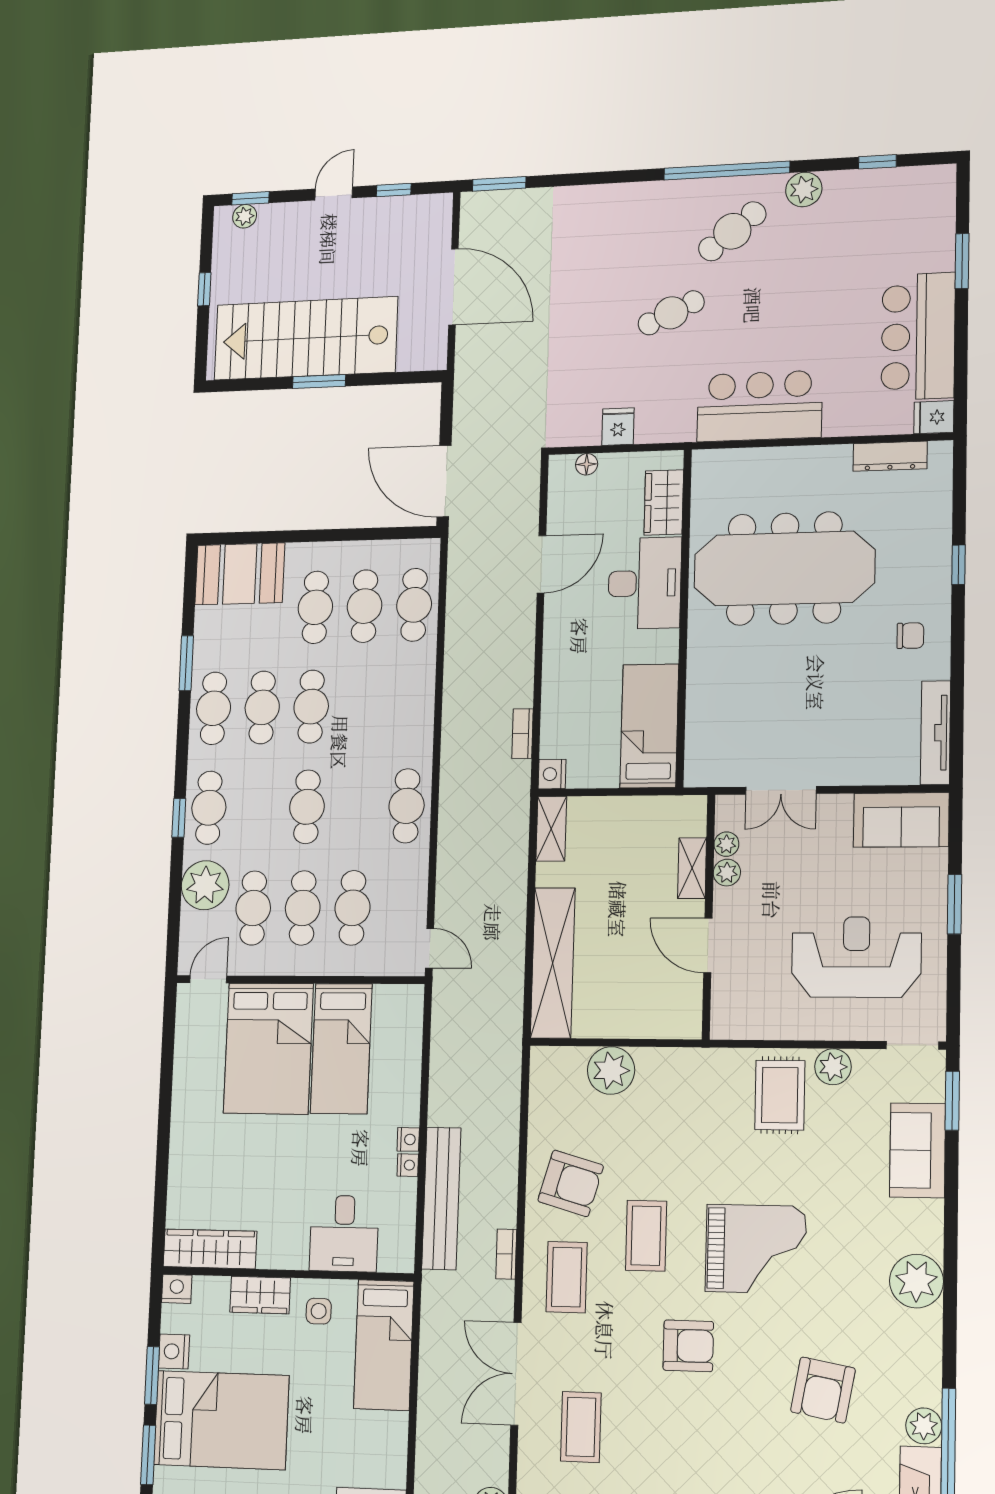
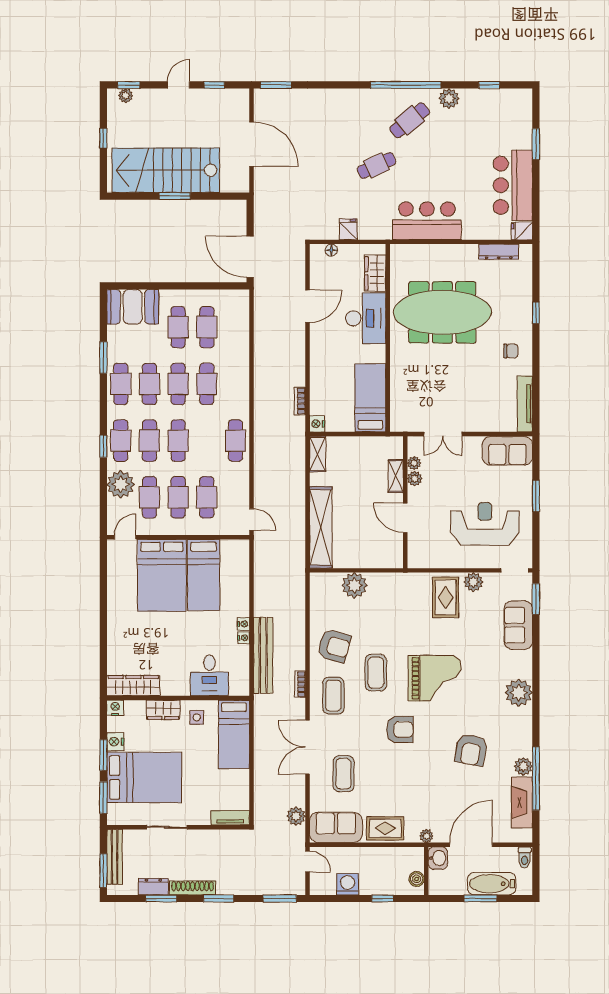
cafe table: (414, 605) -> (207, 384), moved
cafe table: (258, 807) -> (149, 441), added

